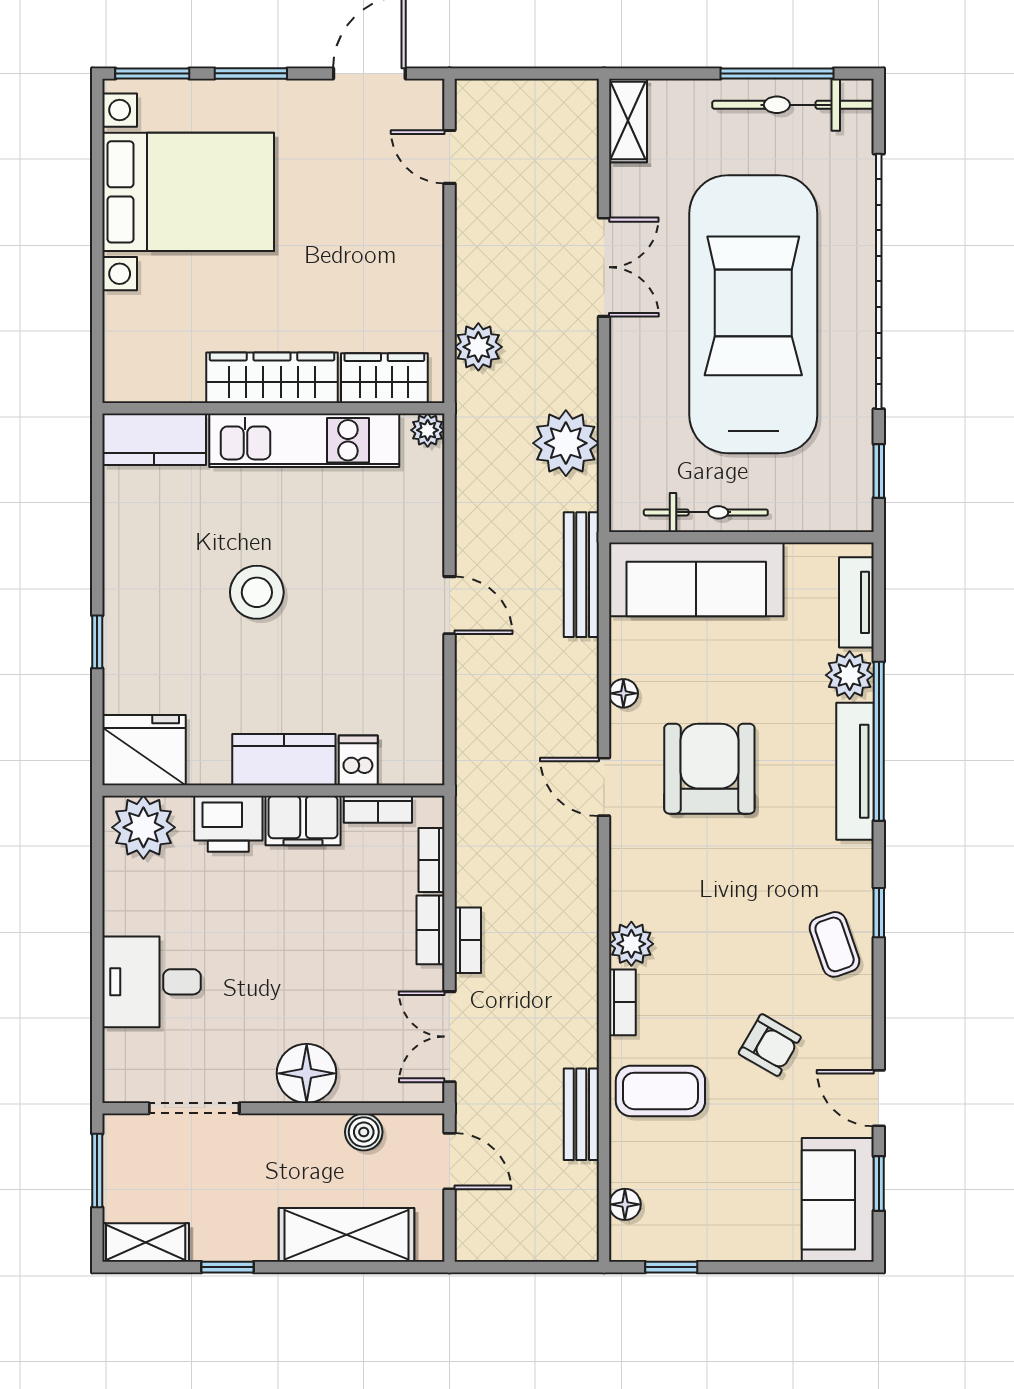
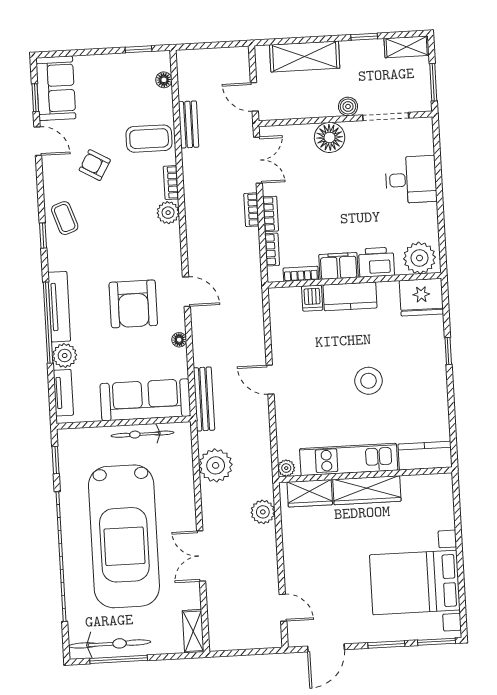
boiler: (364, 1132) -> (348, 107), moved

